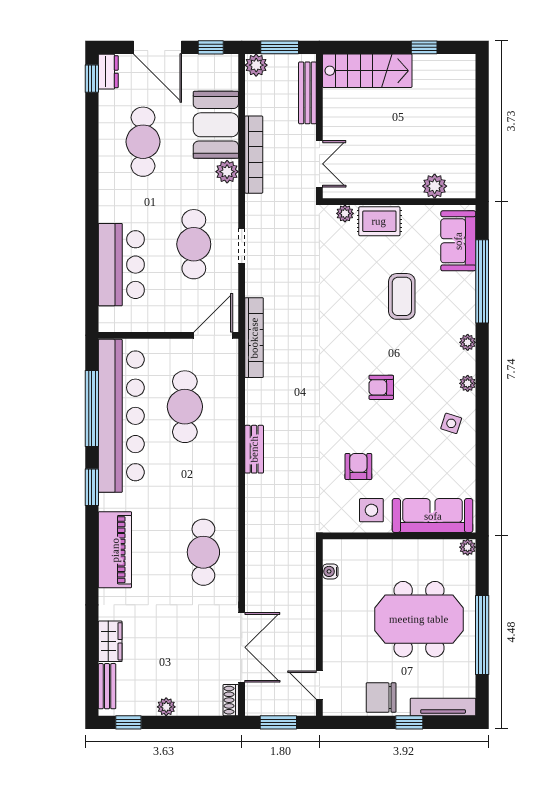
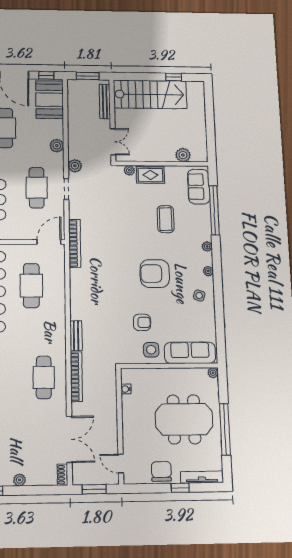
plant: (256, 65) -> (75, 166), moved
stairs: (367, 71) -> (150, 94), width x1.36, depth x1.51
booth: (216, 125) -> (50, 100), moved
bookcase: (254, 155) -> (76, 377), moved
armchair: (381, 387) -> (155, 274), width x1.88, depth x1.88
bench: (254, 449) -> (76, 336), moved
armchair: (358, 467) -> (142, 322), turned 90
chair: (381, 698) -> (161, 471), turned 90

